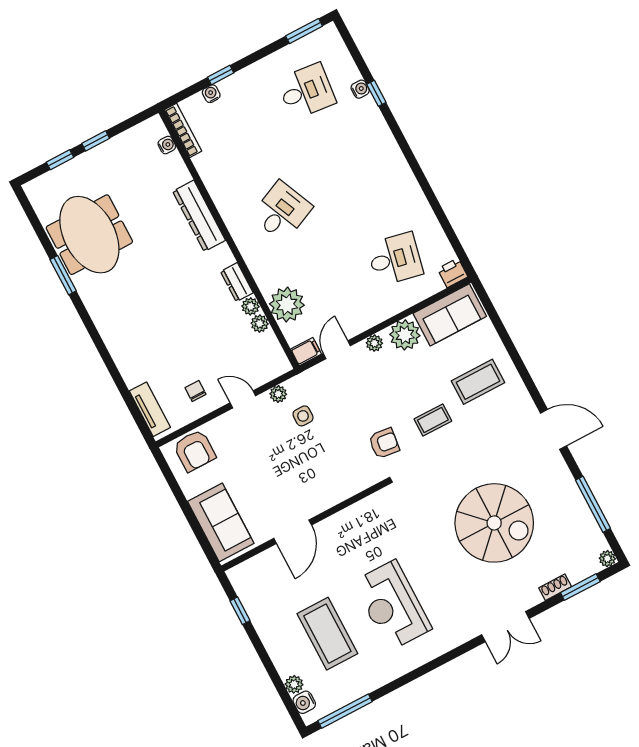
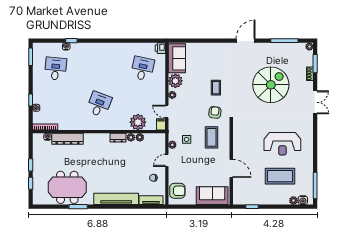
desk: (282, 211) -> (99, 104), turned 45
dresser: (199, 216) -> (67, 139), moved
tv unit: (117, 341) -> (116, 199), added
coffee table: (478, 382) -> (211, 137), moved

